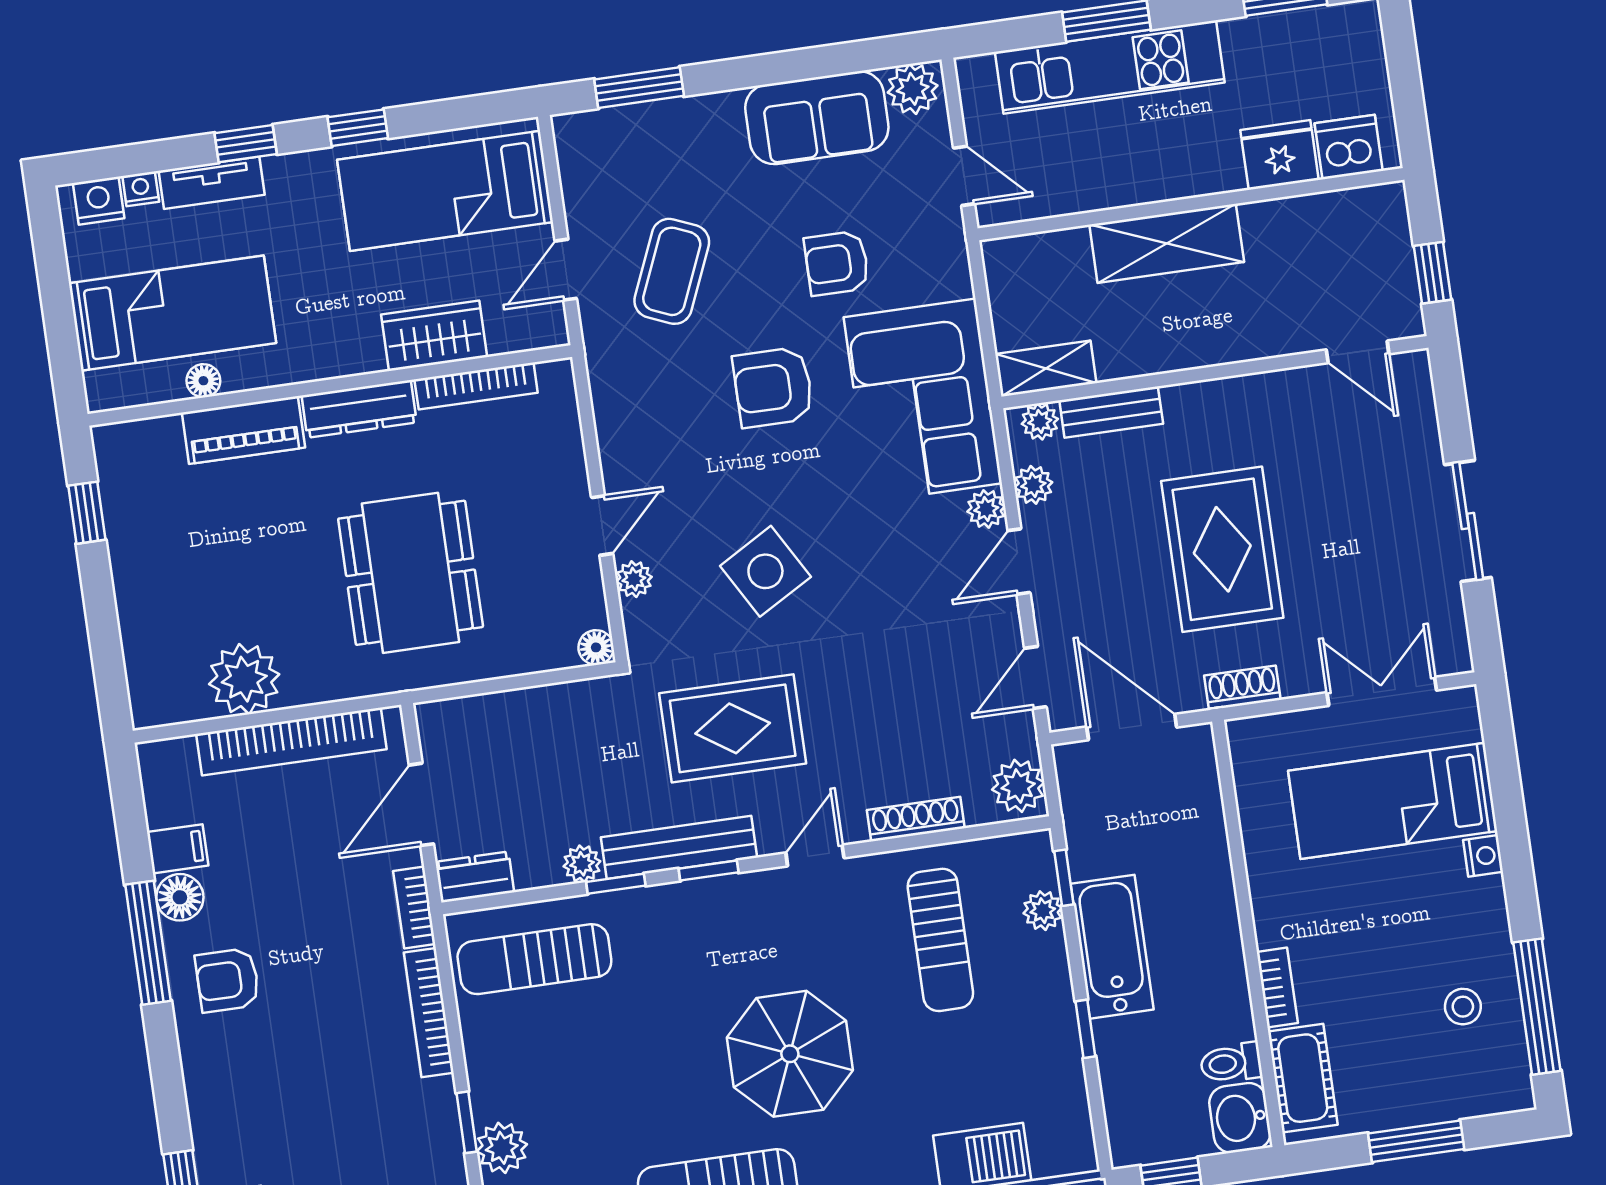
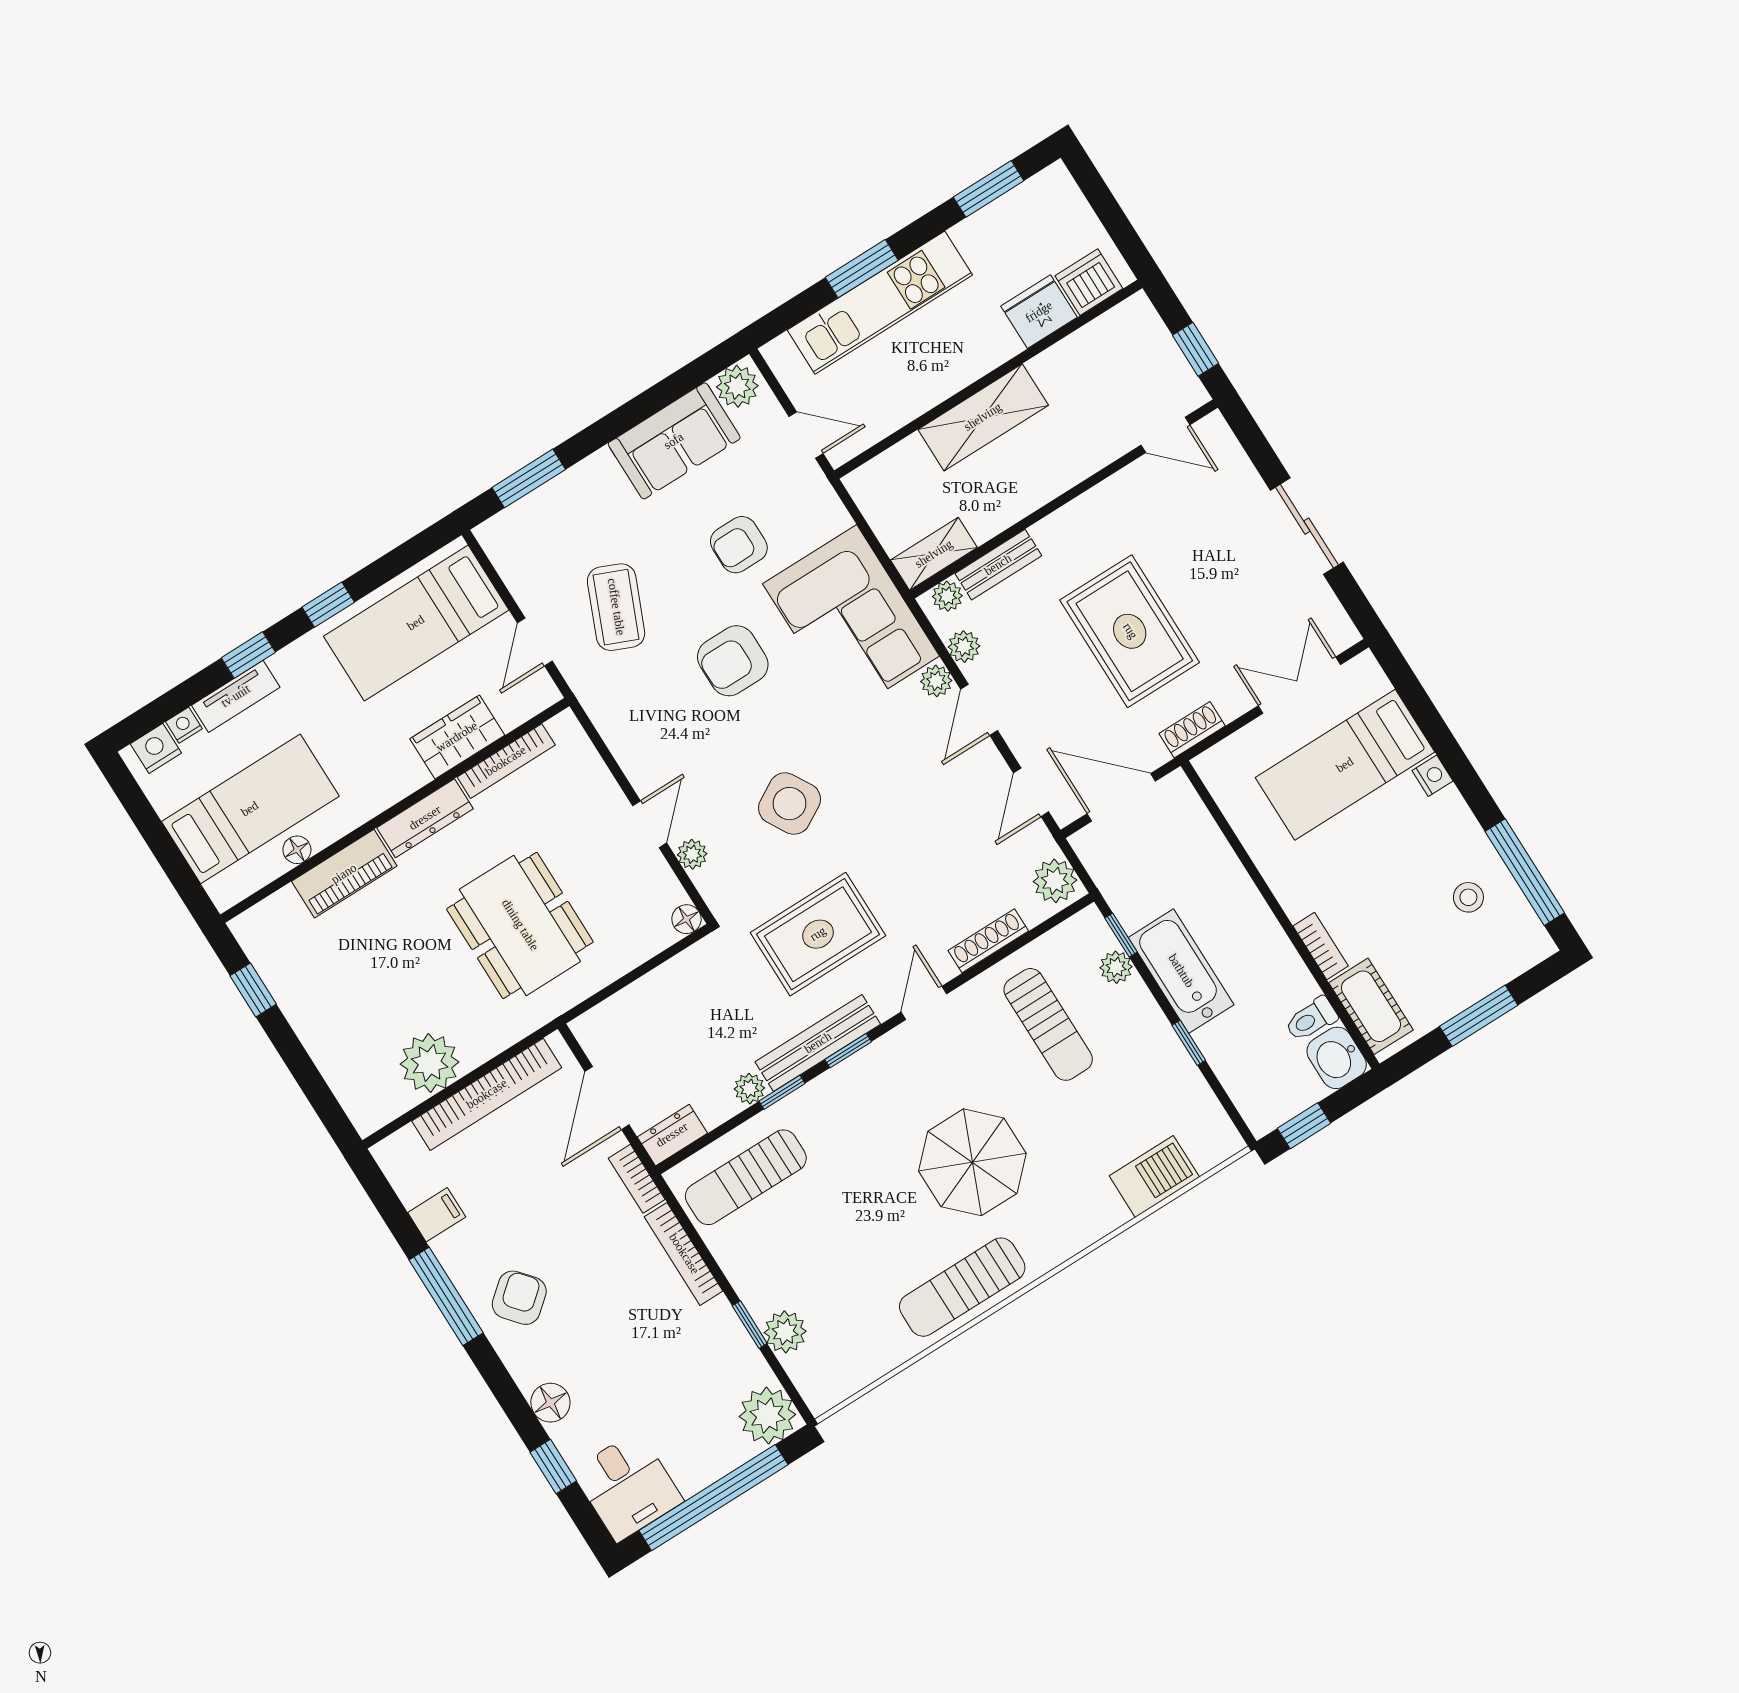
floor lamp: (180, 897) -> (550, 1403), moved
armchair: (227, 980) -> (519, 1298), turned 140

